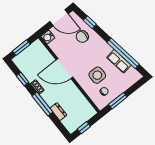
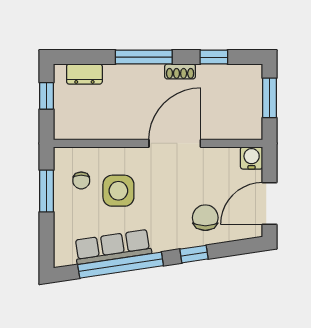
window: (90, 22) -> (194, 254), moved
row of seats: (119, 61) -> (113, 247), width x1.48
dresser: (58, 112) -> (84, 74), moved

